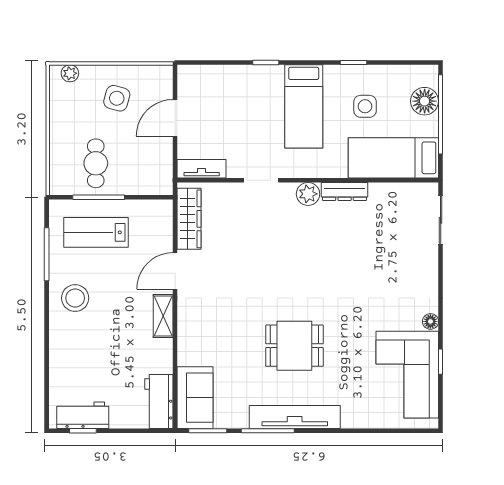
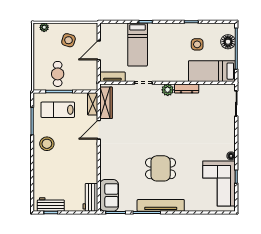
bed: (304, 106) -> (138, 44), moved
shelving: (163, 316) -> (93, 104), moved

